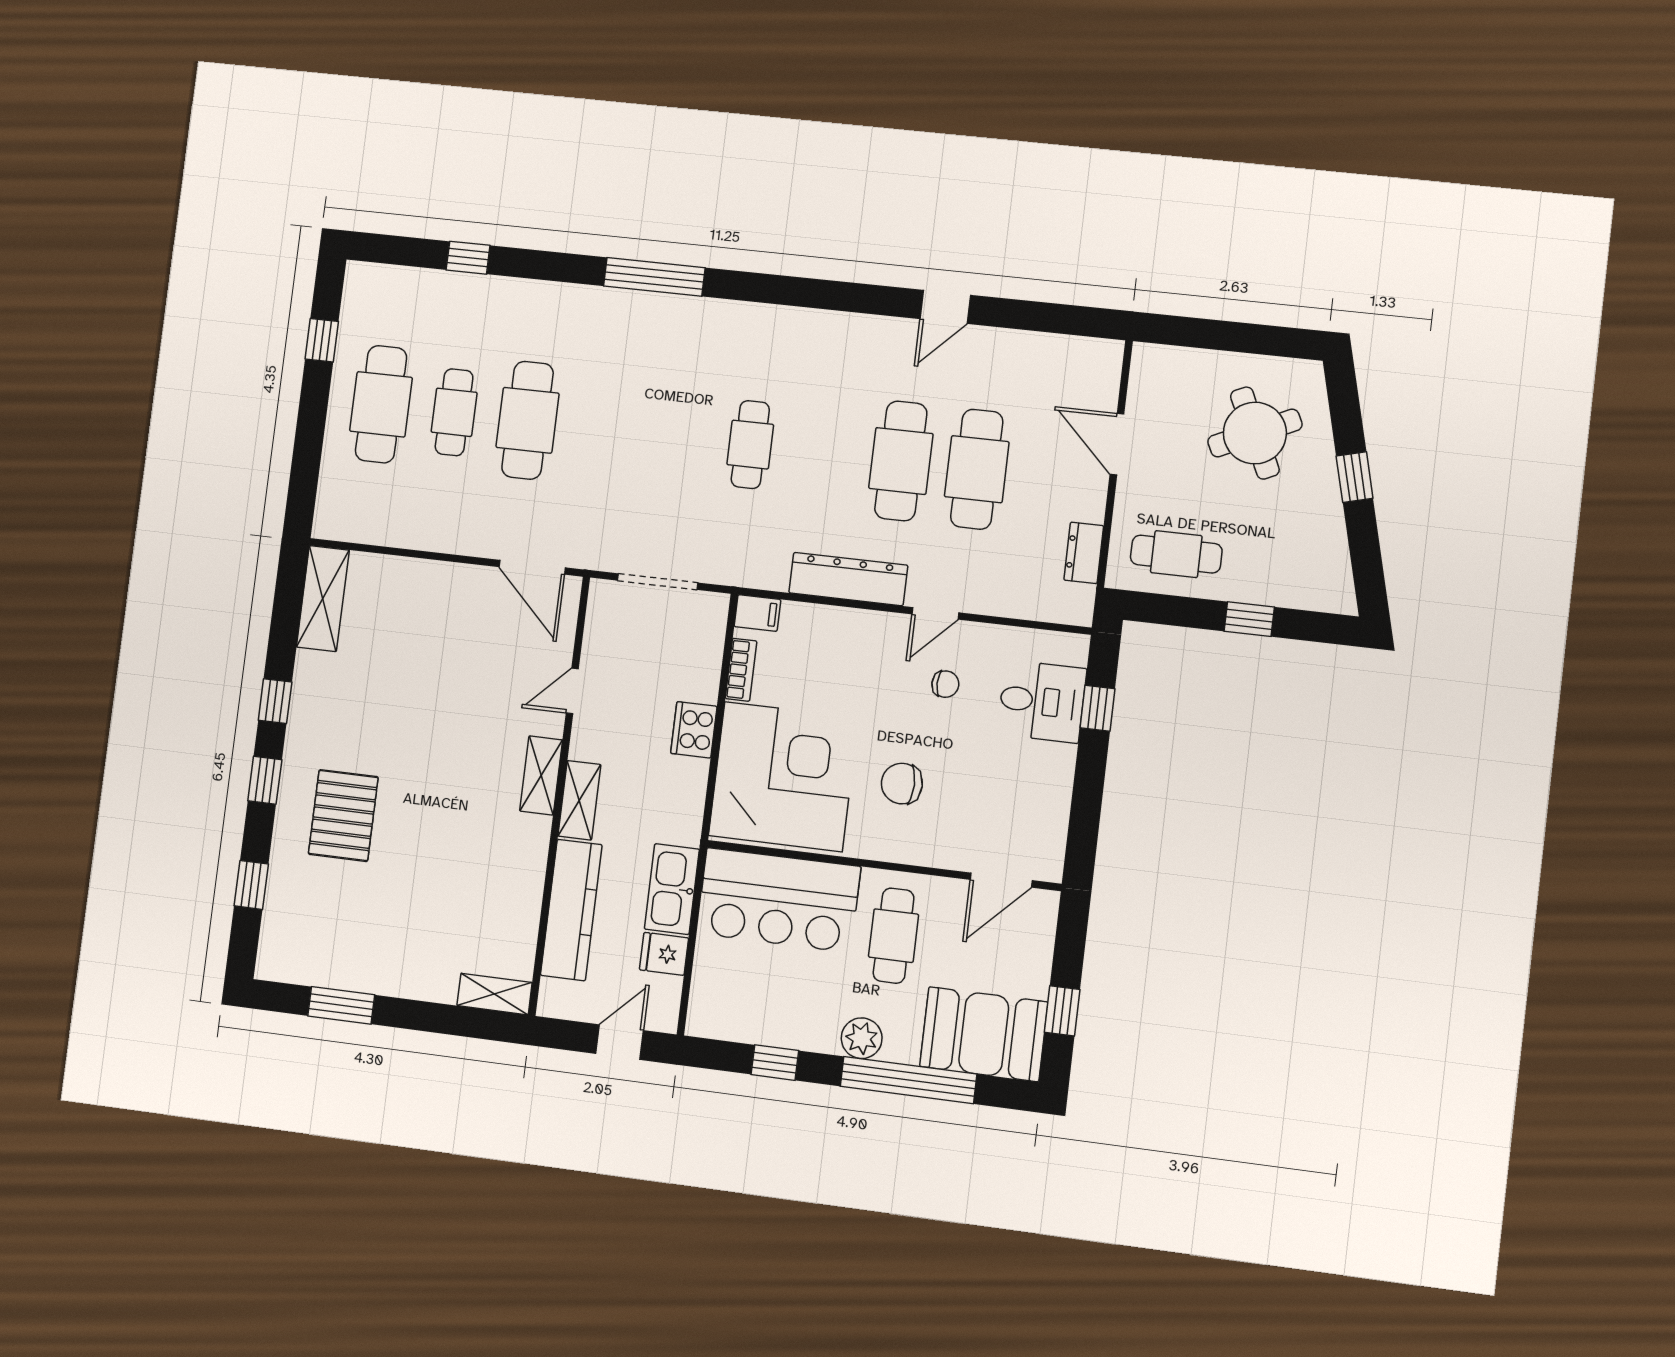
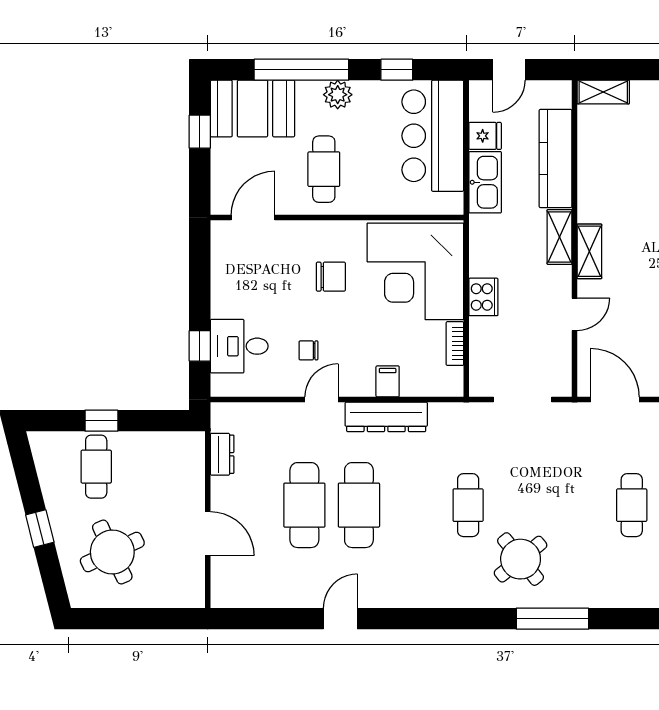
round table: (688, 363) -> (521, 559), added
cafe table: (528, 420) -> (632, 505), width x0.73, depth x0.74
cafe table: (1176, 554) -> (96, 467), moved, turned 90
filing cabinet: (757, 613) -> (388, 381), moved, turned 90
bar counter: (779, 900) -> (433, 136), moved, turned -90

